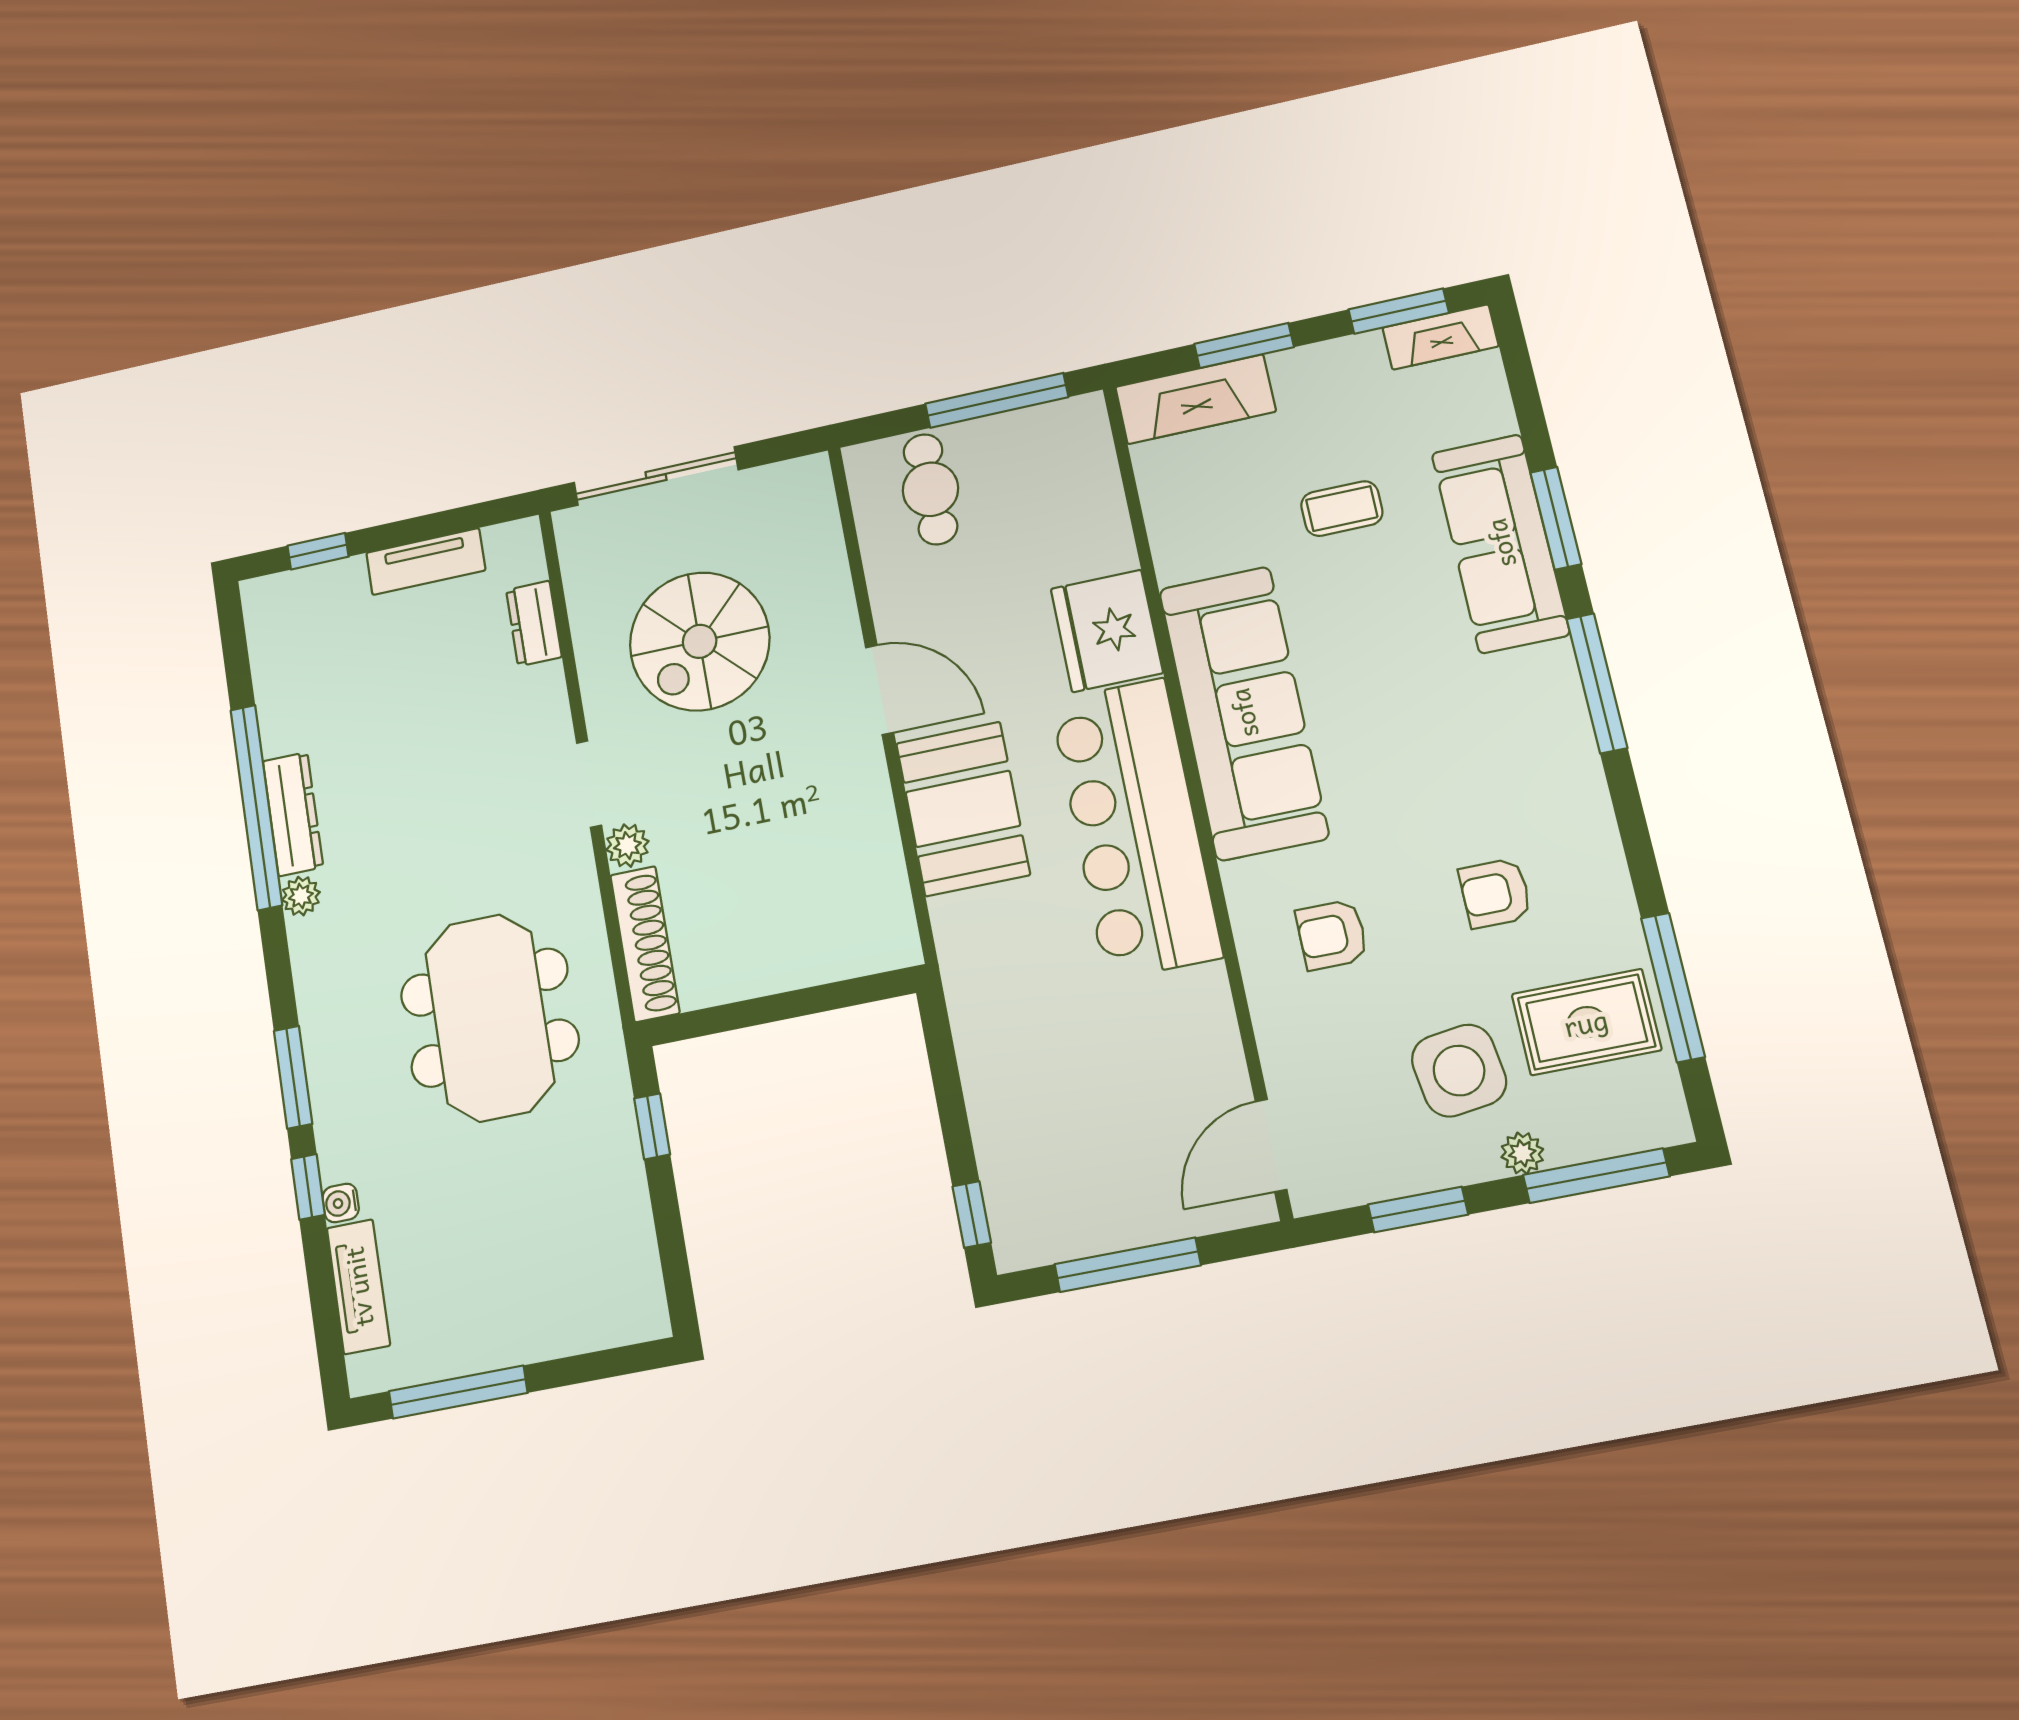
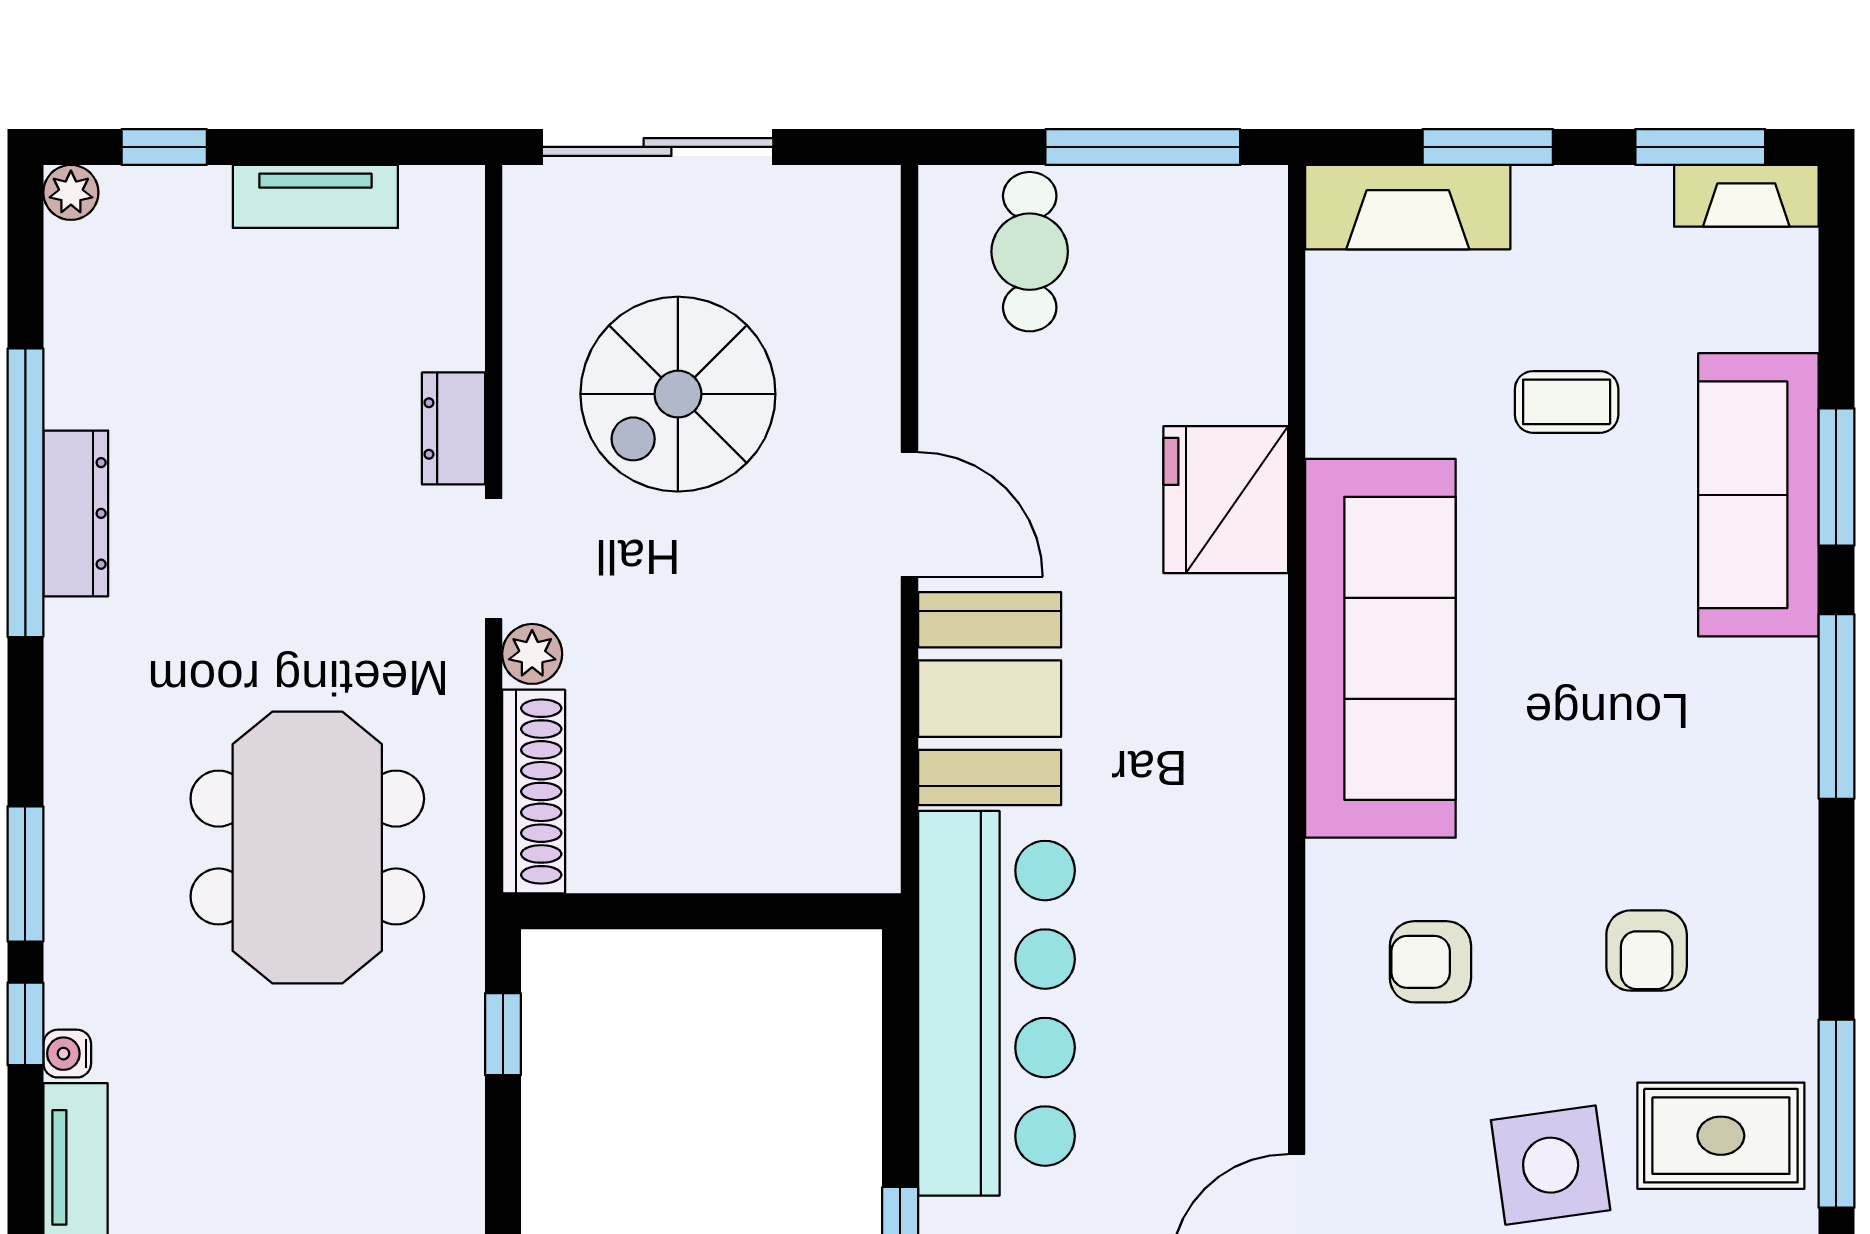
dresser: (534, 623) -> (454, 428), moved
bar counter: (1136, 828) -> (996, 1003), moved, turned 180
armchair: (1495, 893) -> (1647, 951), turned -90
plant: (301, 896) -> (71, 192), moved

